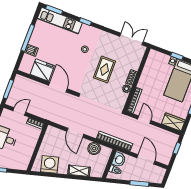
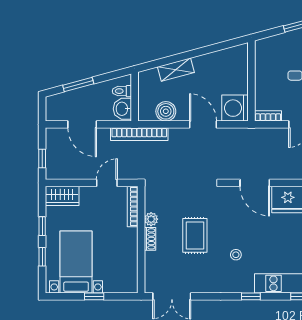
door: (144, 120) -> (107, 183), swing flipped
washing machine: (50, 164) -> (235, 108), moved, turned 105

